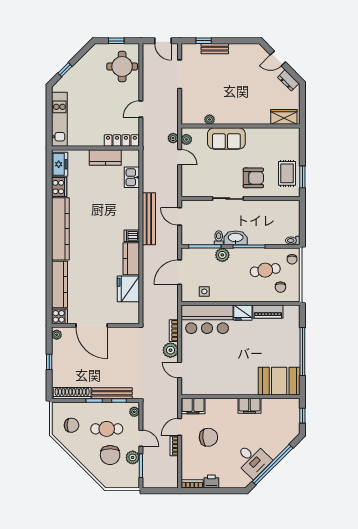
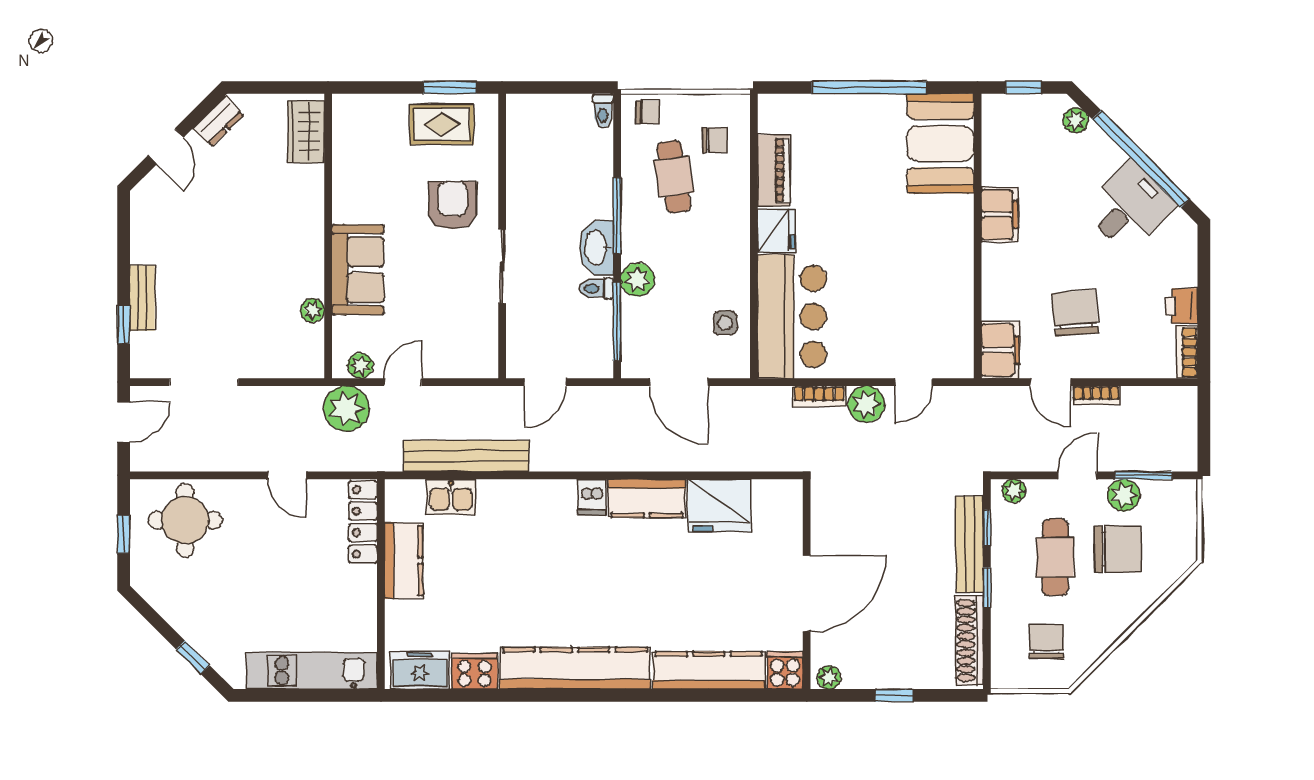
plant: (173, 138) -> (346, 409), width x1.87, depth x1.87
bench: (149, 219) -> (466, 456), moved
plant: (289, 437) -> (1076, 120), added

